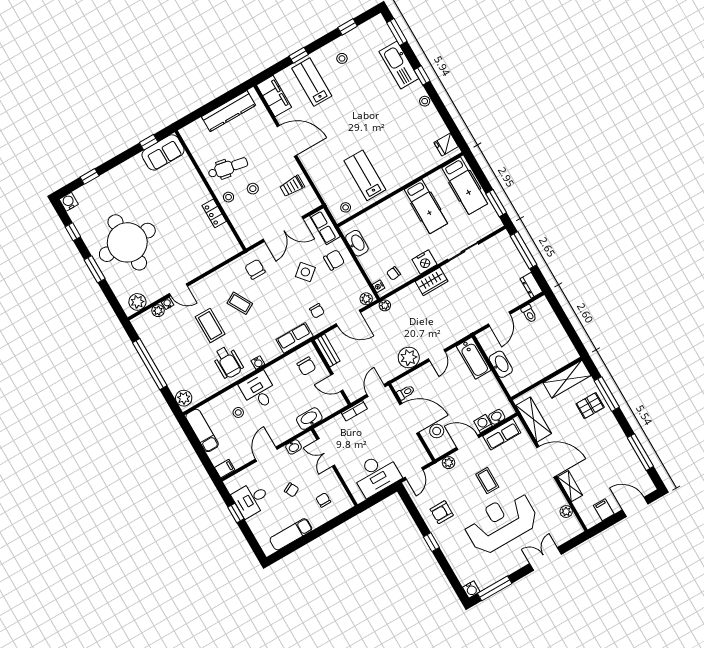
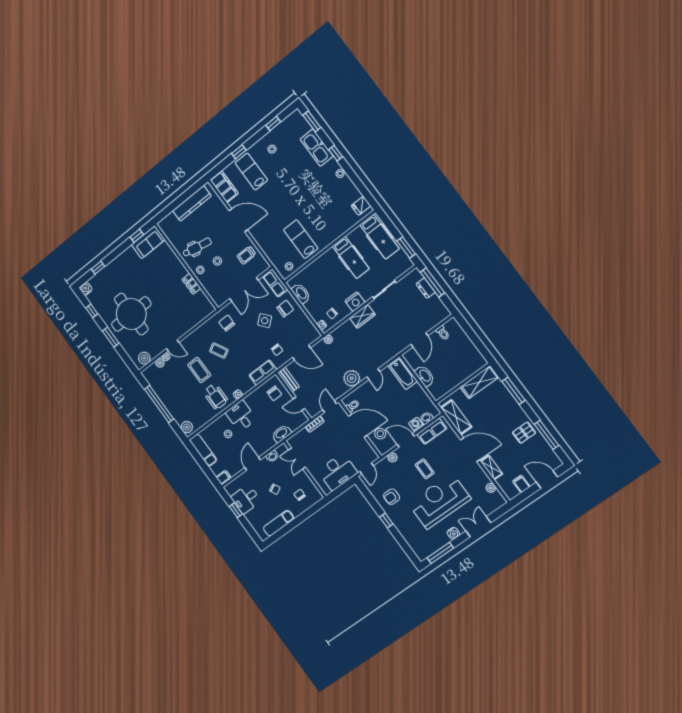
dresser: (531, 285) -> (426, 288), moved
plant: (366, 299) -> (313, 336), removed
pallet: (590, 406) -> (524, 433), moved
water cooler: (471, 589) -> (453, 533), moved

